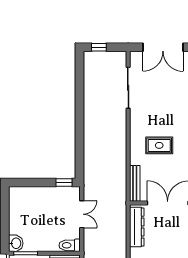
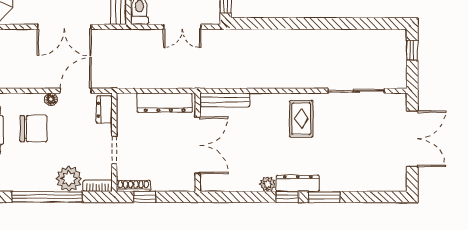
double door: (163, 47) -> (412, 139), swing flipped
rug: (159, 145) -> (301, 119), moved

